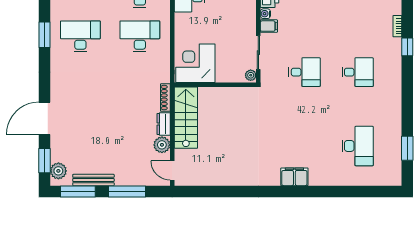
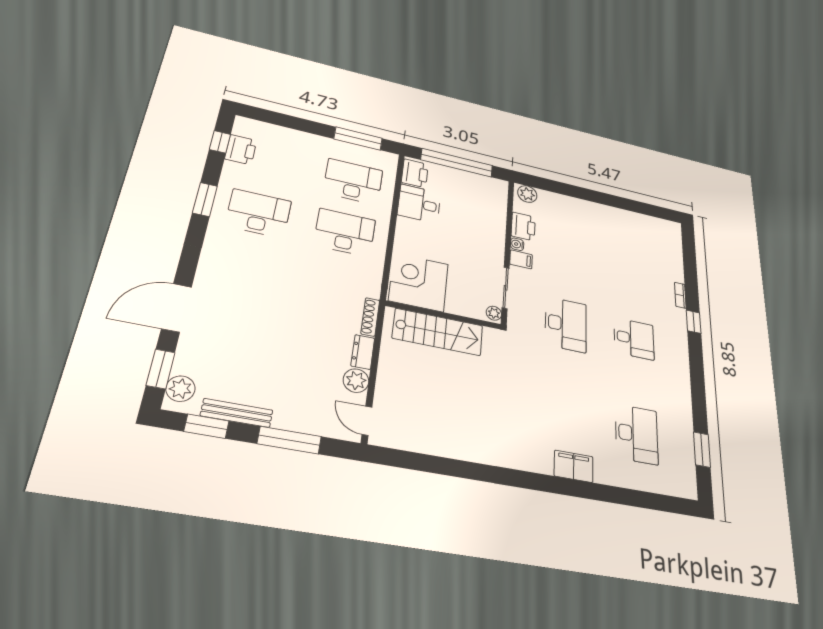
desk: (305, 72) -> (566, 324), width x1.37
stairs: (186, 118) -> (438, 332), moved, turned 90
filing cabinet: (294, 177) -> (574, 466), moved
window: (78, 191) -> (207, 426), width x0.69

